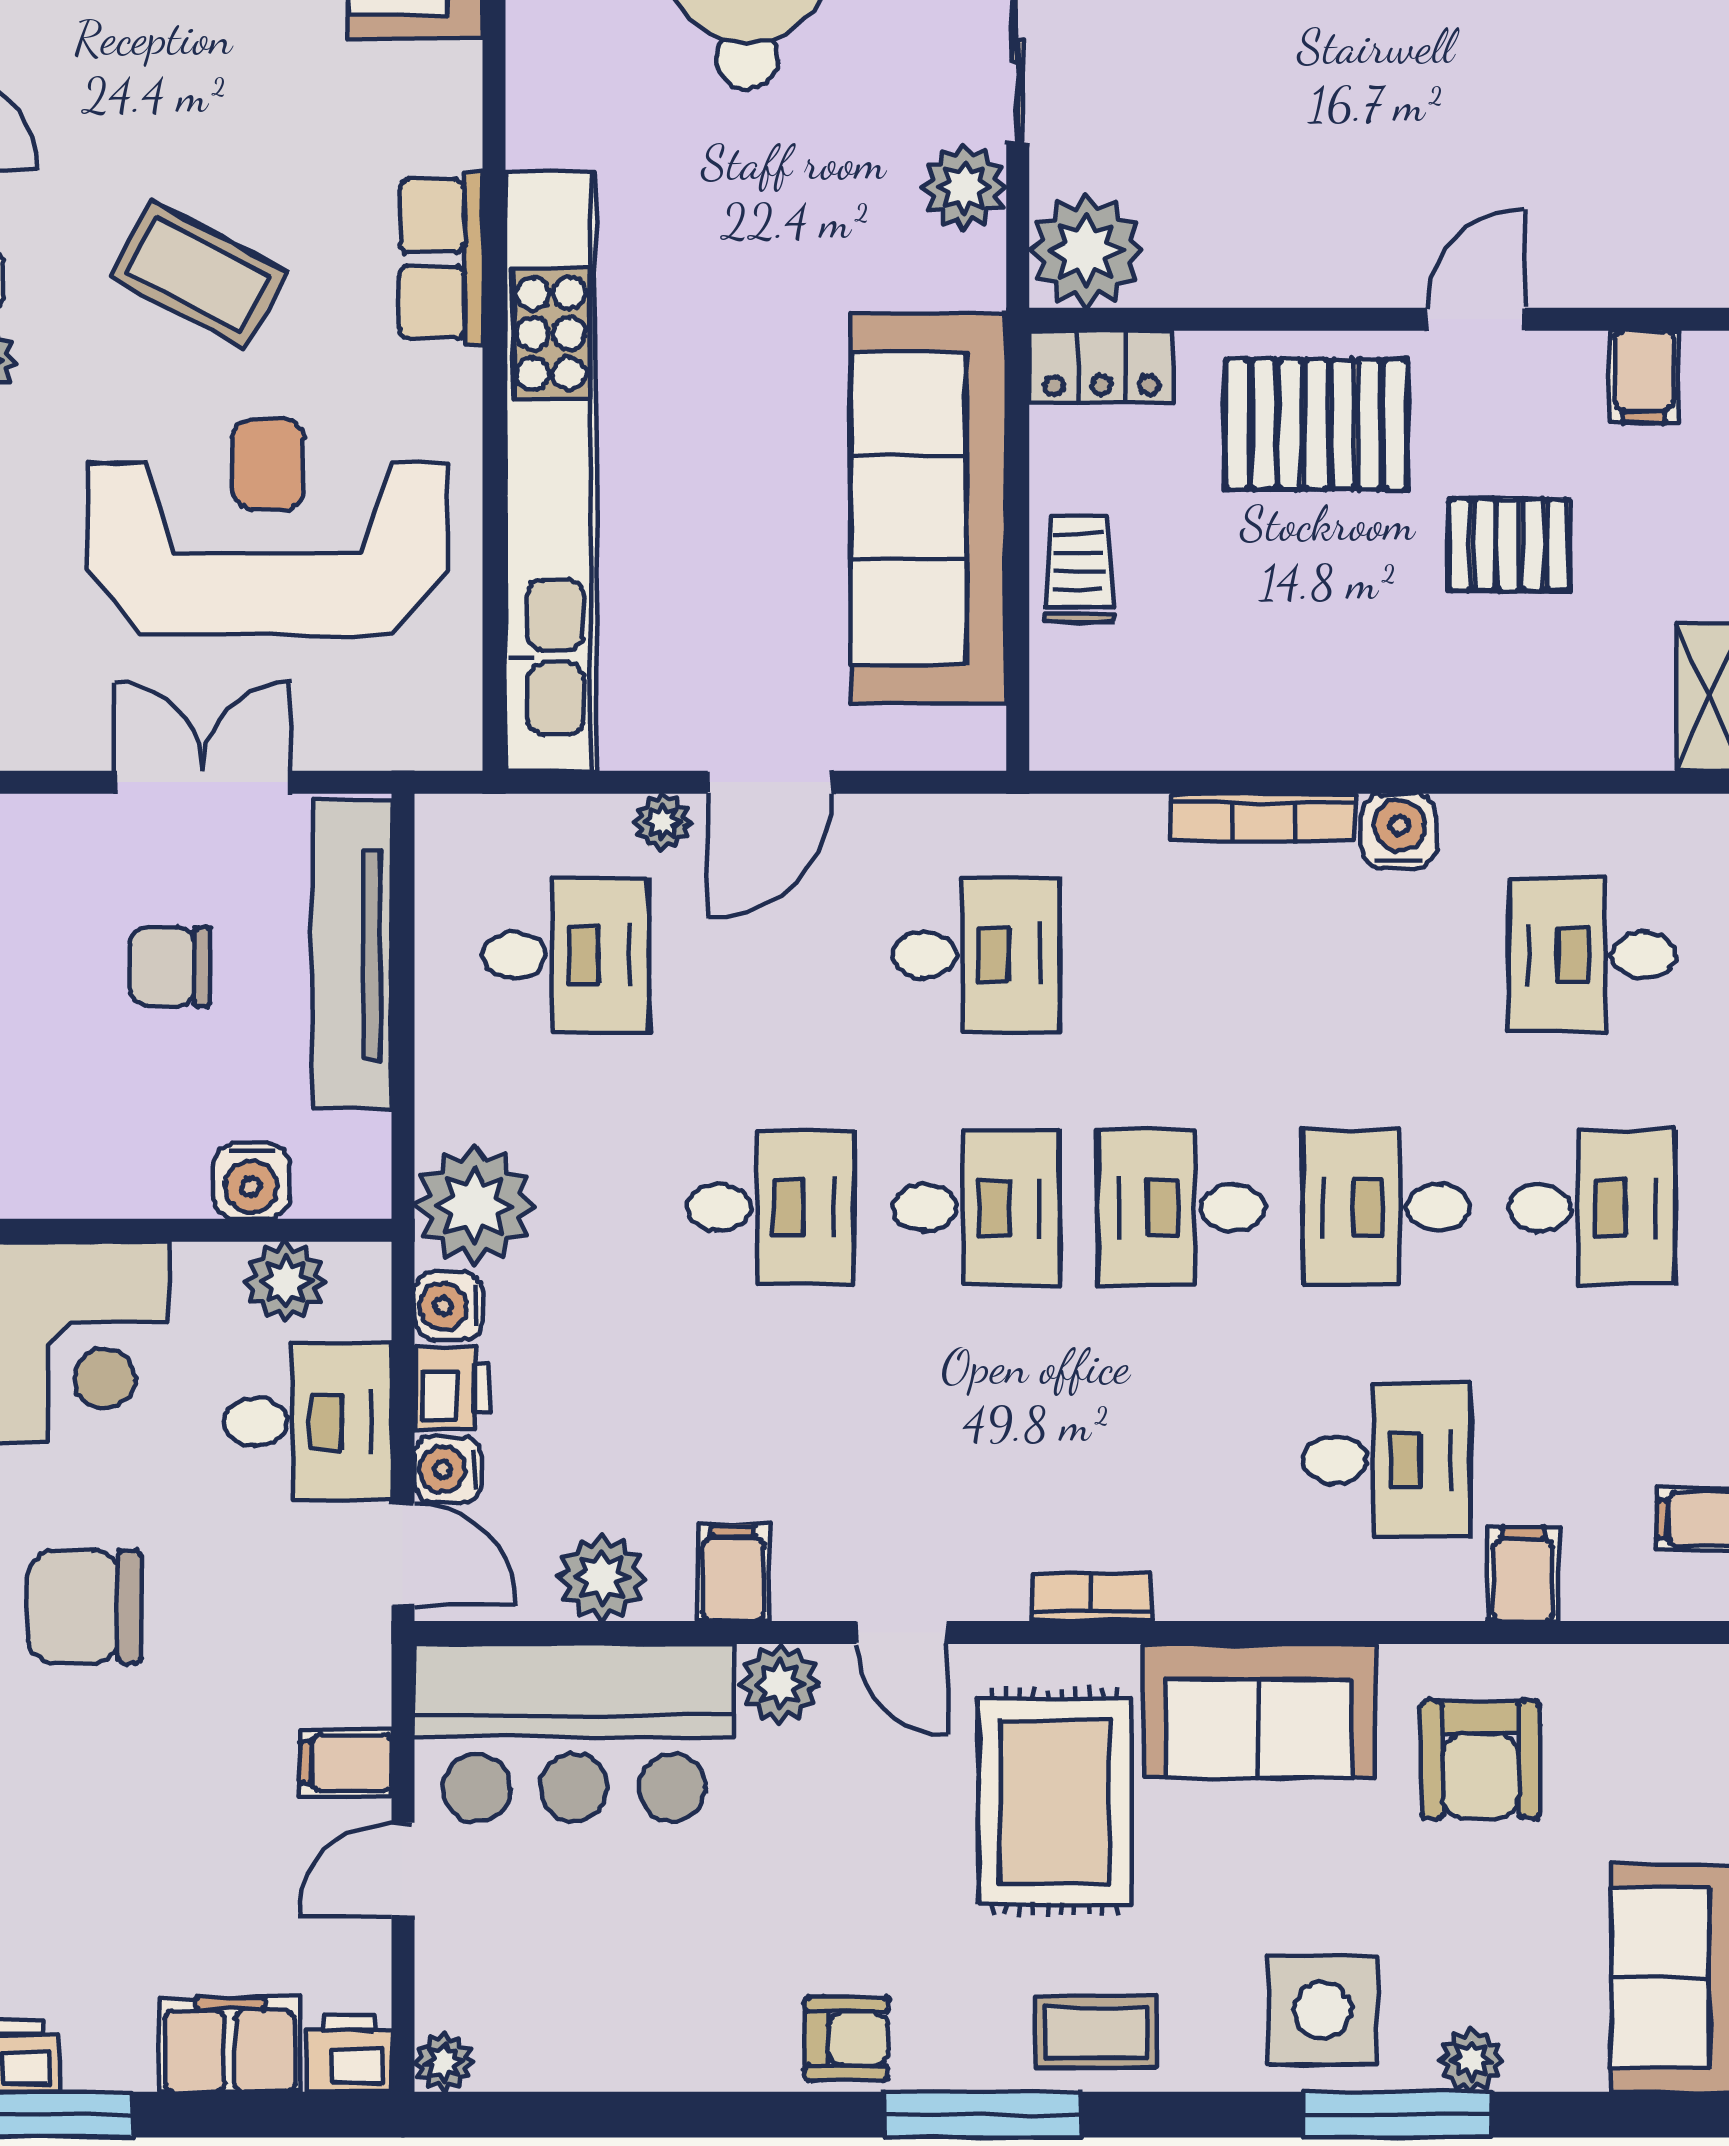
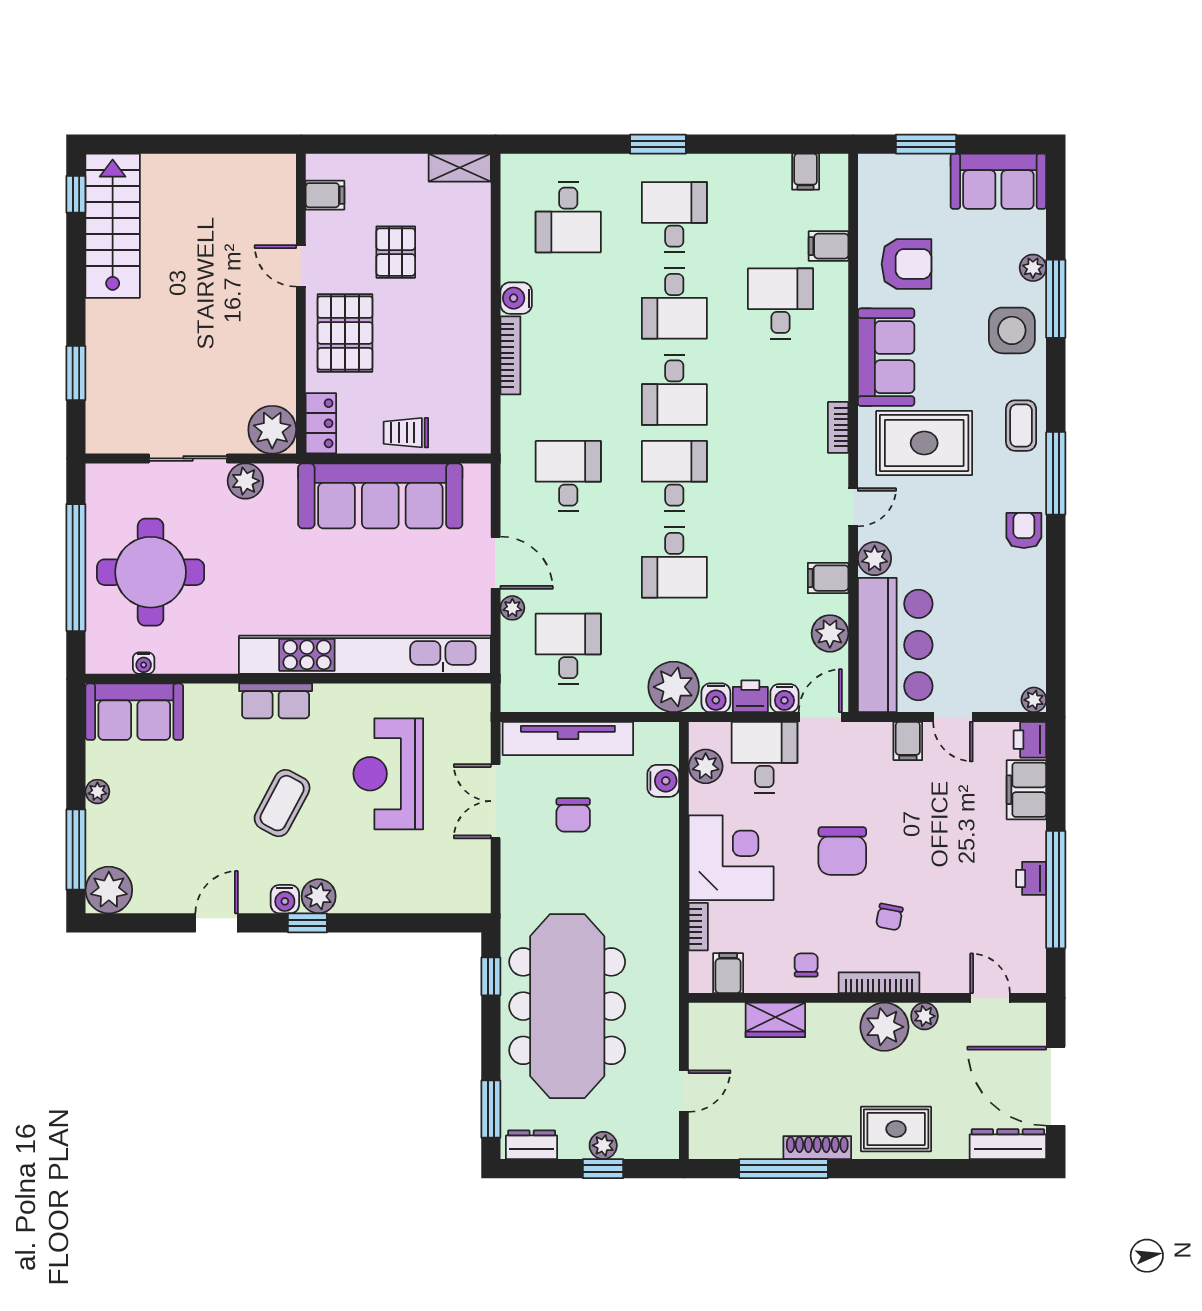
reception desk: (268, 527) -> (388, 774), width x0.74, depth x0.77
desk: (771, 1207) -> (674, 562), turned 180

